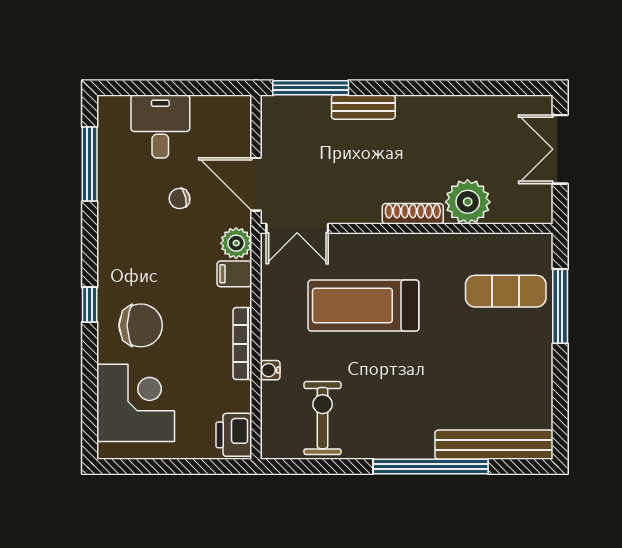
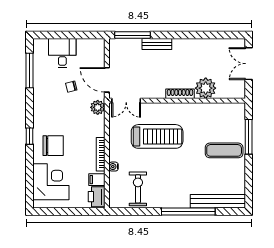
filing cabinet: (234, 274) -> (97, 180), moved
exercise mat: (506, 291) -> (224, 150), moved
treadmill: (363, 305) -> (157, 136), turned 180

